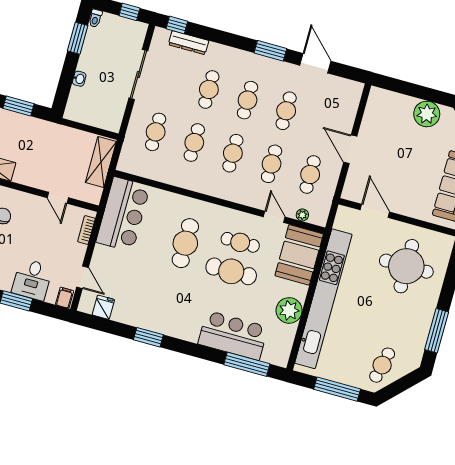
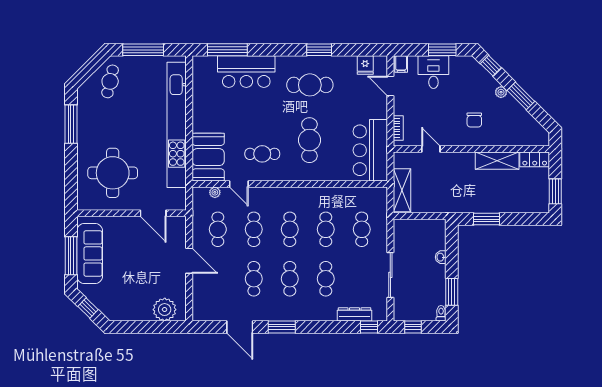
plant: (427, 114) -> (165, 310), moved
cafe table: (231, 271) -> (310, 85), moved
plant: (289, 310) -> (204, 107), removed

